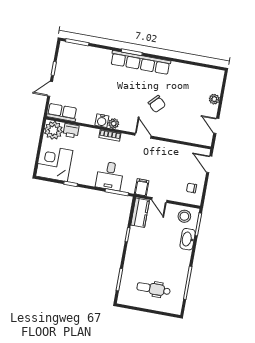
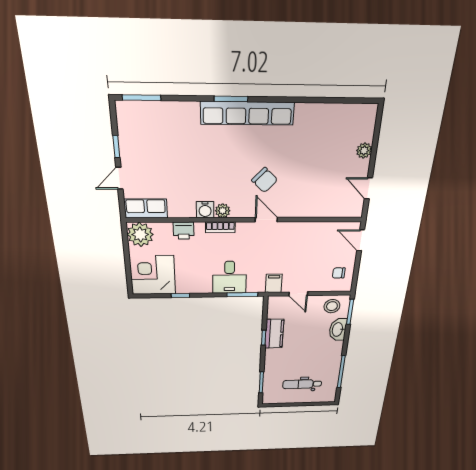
chair: (157, 104) -> (265, 180), moved
printer: (71, 131) -> (184, 231), moved
kitchen counter: (140, 213) -> (274, 334), moved

